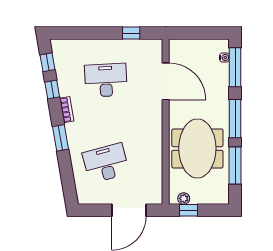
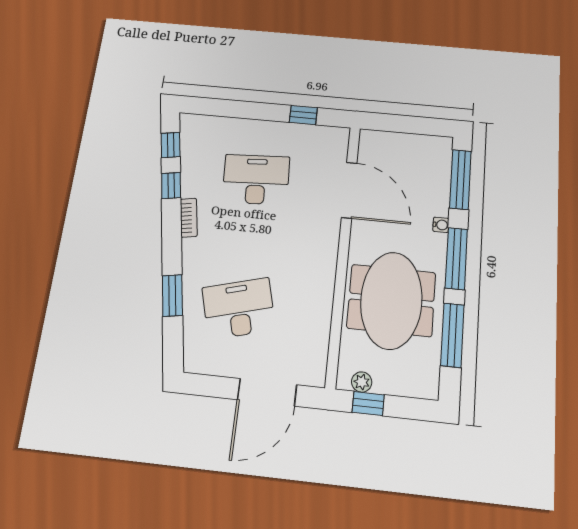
water cooler: (224, 58) -> (441, 225), moved
window: (61, 138) -> (172, 295), moved

